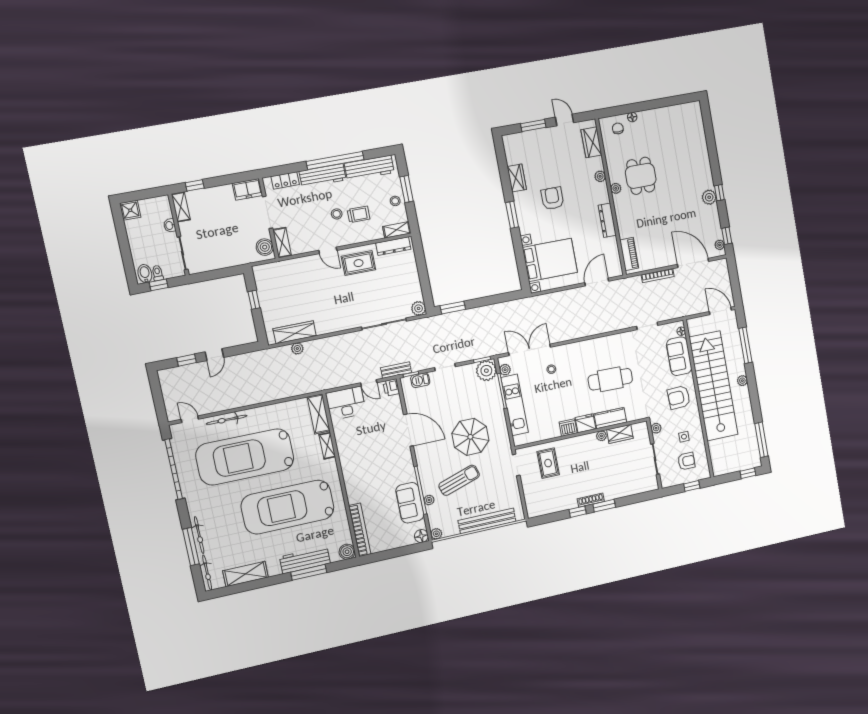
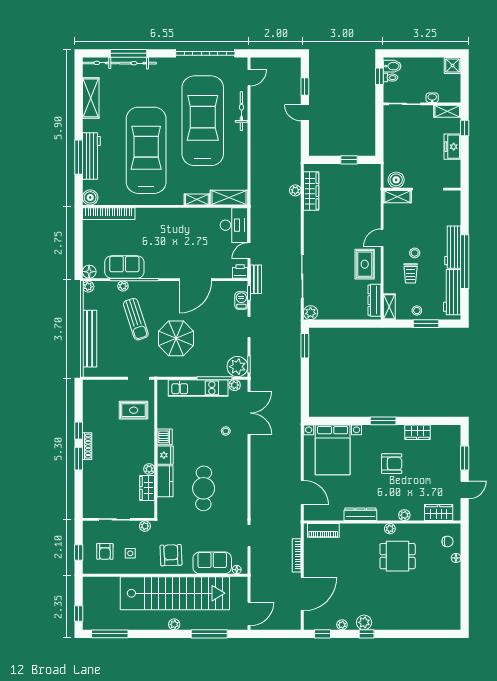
locker: (285, 180) -> (454, 211), removed
freezer: (247, 189) -> (452, 147), moved
plant: (720, 245) -> (342, 625), moved

